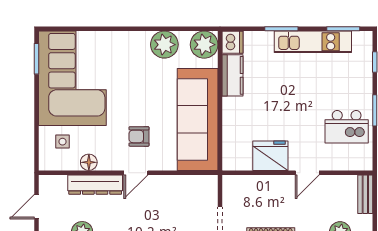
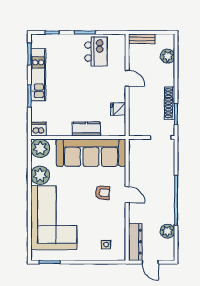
kitchen counter: (233, 75) -> (86, 129), moved
corner sofa: (72, 78) -> (54, 218), moved, turned 90
armchair: (139, 136) -> (103, 193), turned -85
fridge: (270, 156) -> (118, 109), width x0.53, depth x0.75
floor lamp: (89, 162) -> (120, 227), removed
dresser: (95, 185) -> (135, 242), moved

